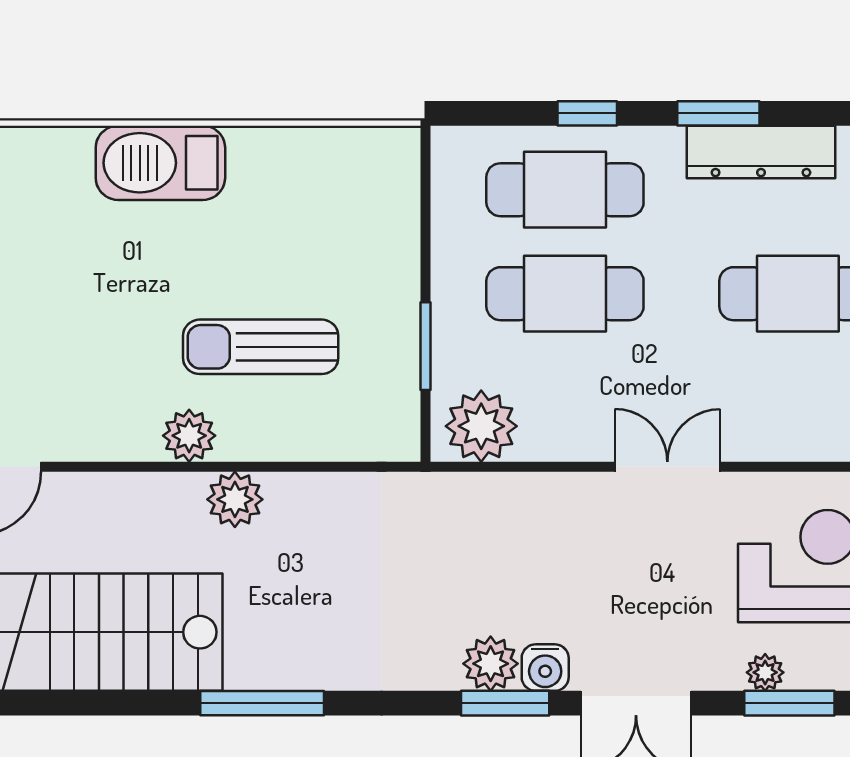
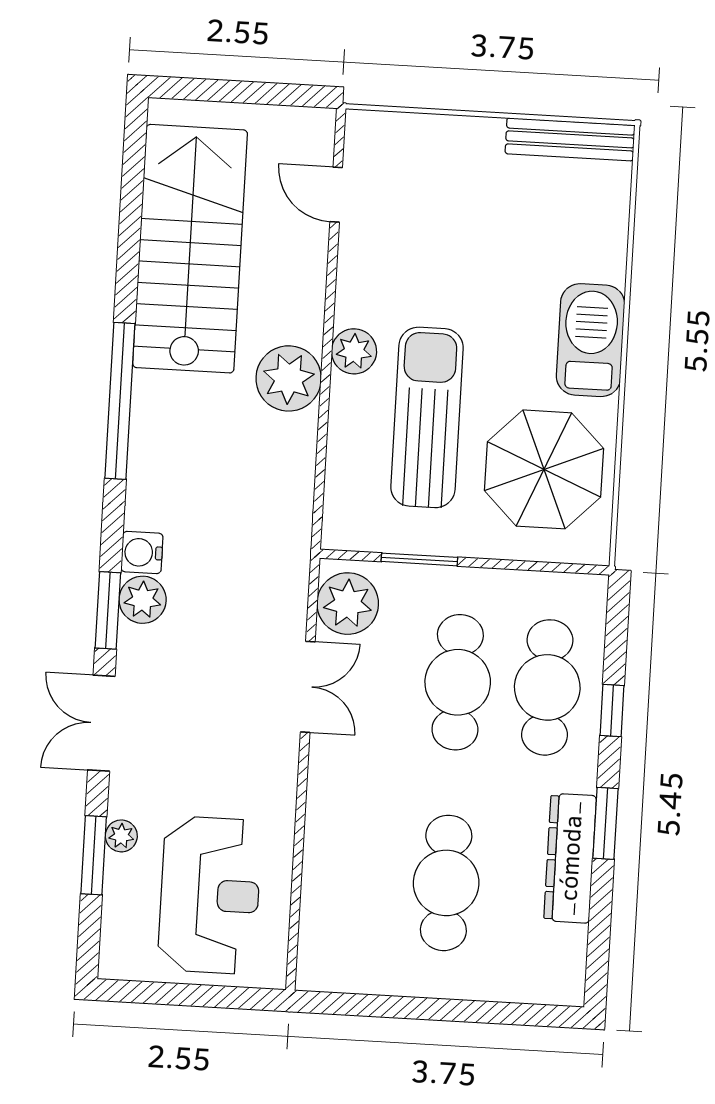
parasol: (313, 208) -> (544, 469), added
sun lounger: (261, 347) -> (427, 417), width x1.36, depth x1.34
double door: (667, 467) -> (308, 687), moved
plant: (235, 499) -> (289, 378), width x1.36, depth x1.36
water cooler: (545, 668) -> (142, 552), moved
window: (262, 703) -> (120, 401), width x1.46

